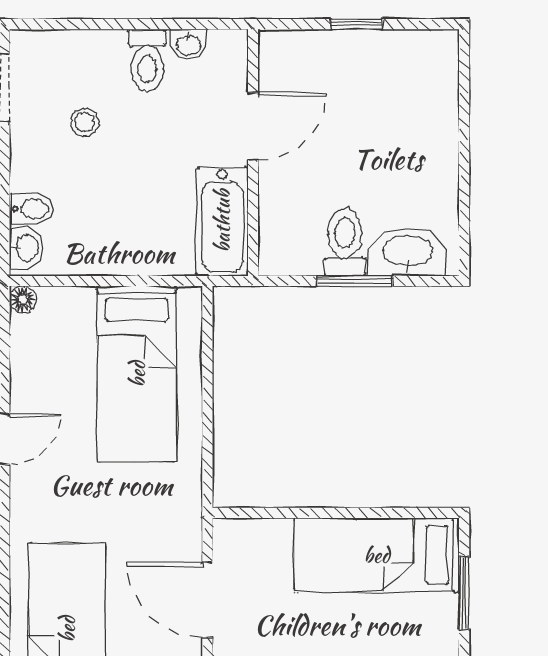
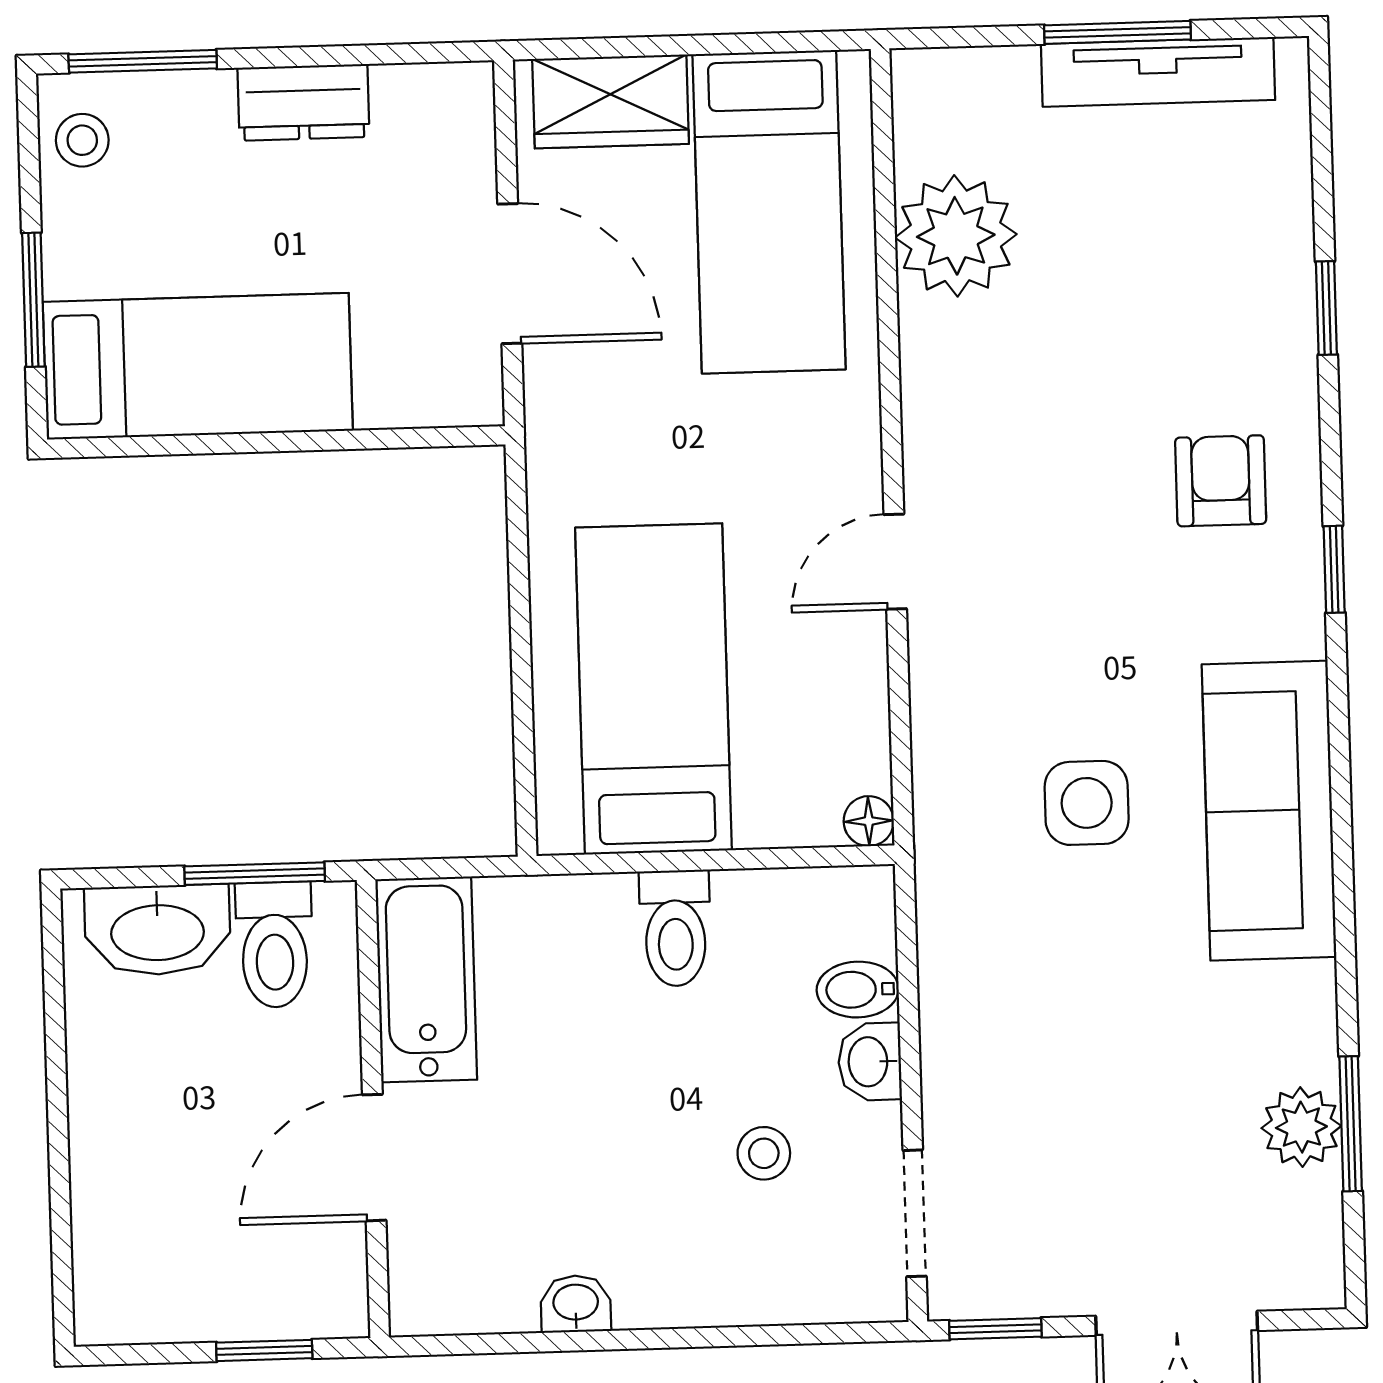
toilet: (147, 60) -> (675, 928), moved, turned 180
door: (253, 126) -> (374, 1158), moved
wall: (253, 153) -> (373, 1109), moved
bathtub: (222, 221) -> (426, 979), moved
washbasin: (26, 248) -> (870, 1062), moved

